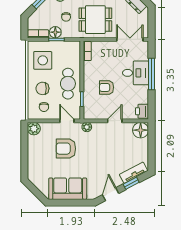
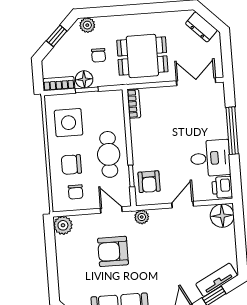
desk: (136, 73) -> (210, 158), moved
armchair: (107, 87) -> (149, 182), moved, turned -90

